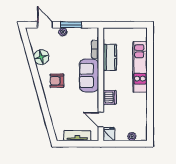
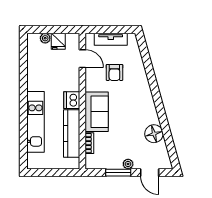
kitchen counter: (110, 57) -> (72, 133), width x1.50
armchair: (57, 81) -> (114, 72), moved, turned 90
dishwasher: (110, 97) -> (72, 100), moved
fridge: (109, 134) -> (58, 41), moved

